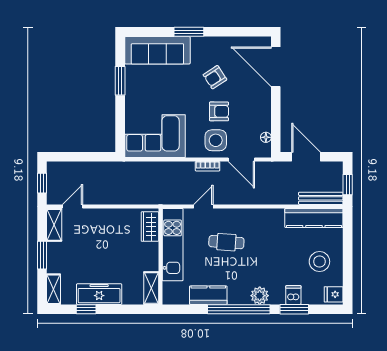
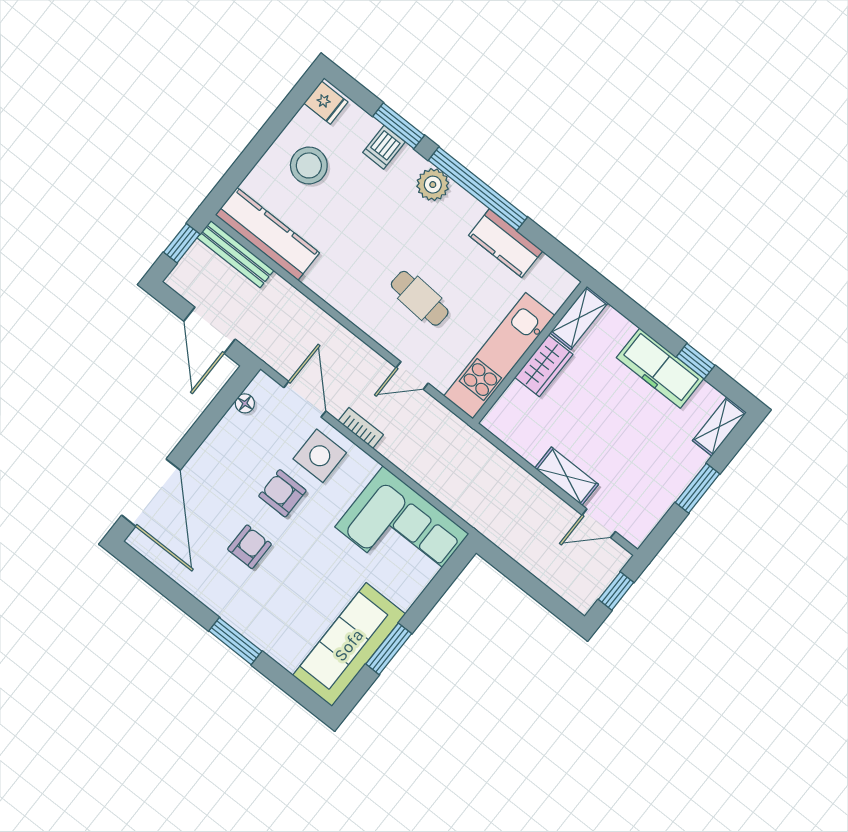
sofa: (157, 50) -> (349, 645), moved, turned -90
armchair: (215, 77) -> (250, 547), turned -57
shelving: (54, 225) -> (567, 476), moved, turned 90
wardrobe: (150, 227) -> (544, 366), moved

